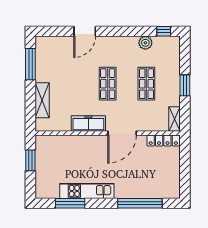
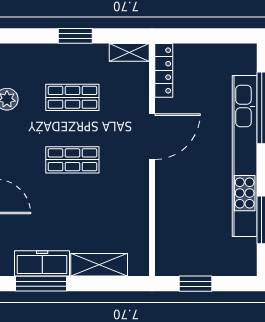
freezer: (88, 123) -> (42, 263), moved, turned 90
door: (122, 133) -> (152, 137), hinge flipped
kitchen unit: (87, 191) -> (245, 156), width x1.86

